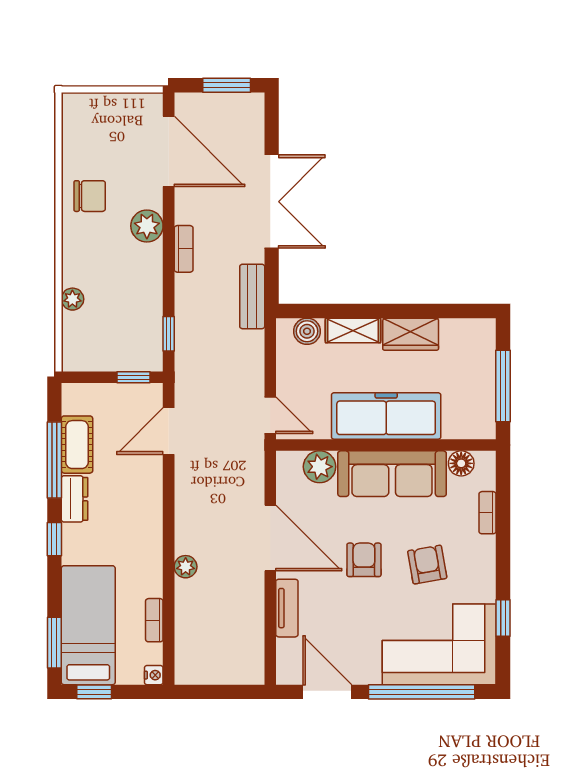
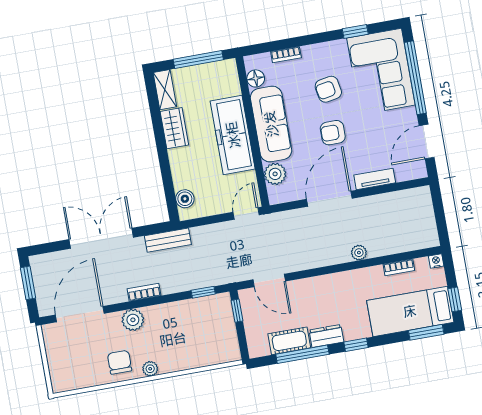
plant: (72, 299) -> (150, 369), moved
shelving: (353, 330) -> (165, 90), moved

